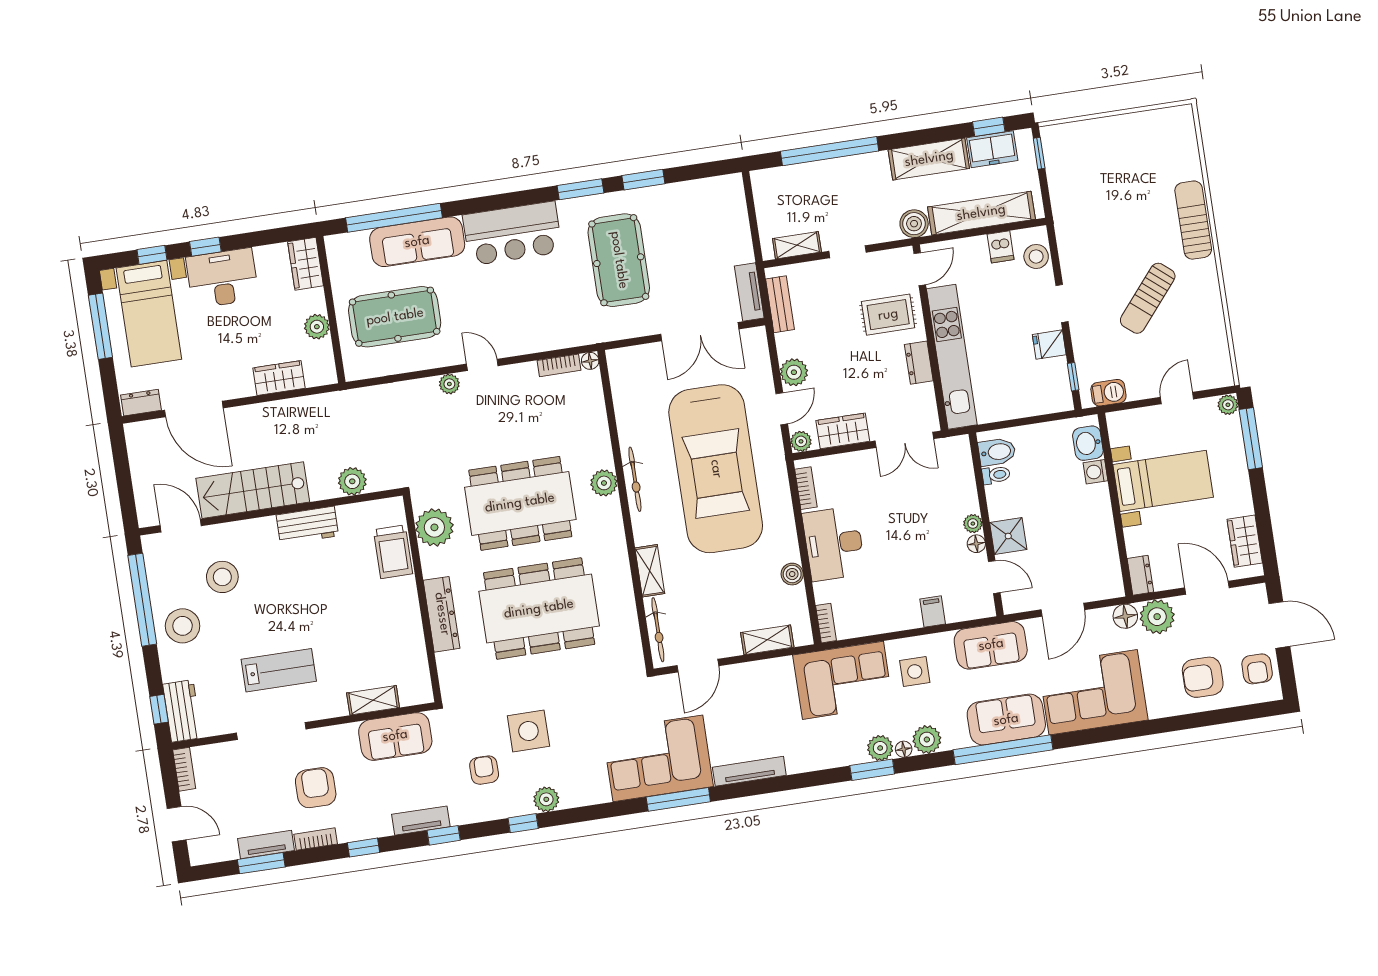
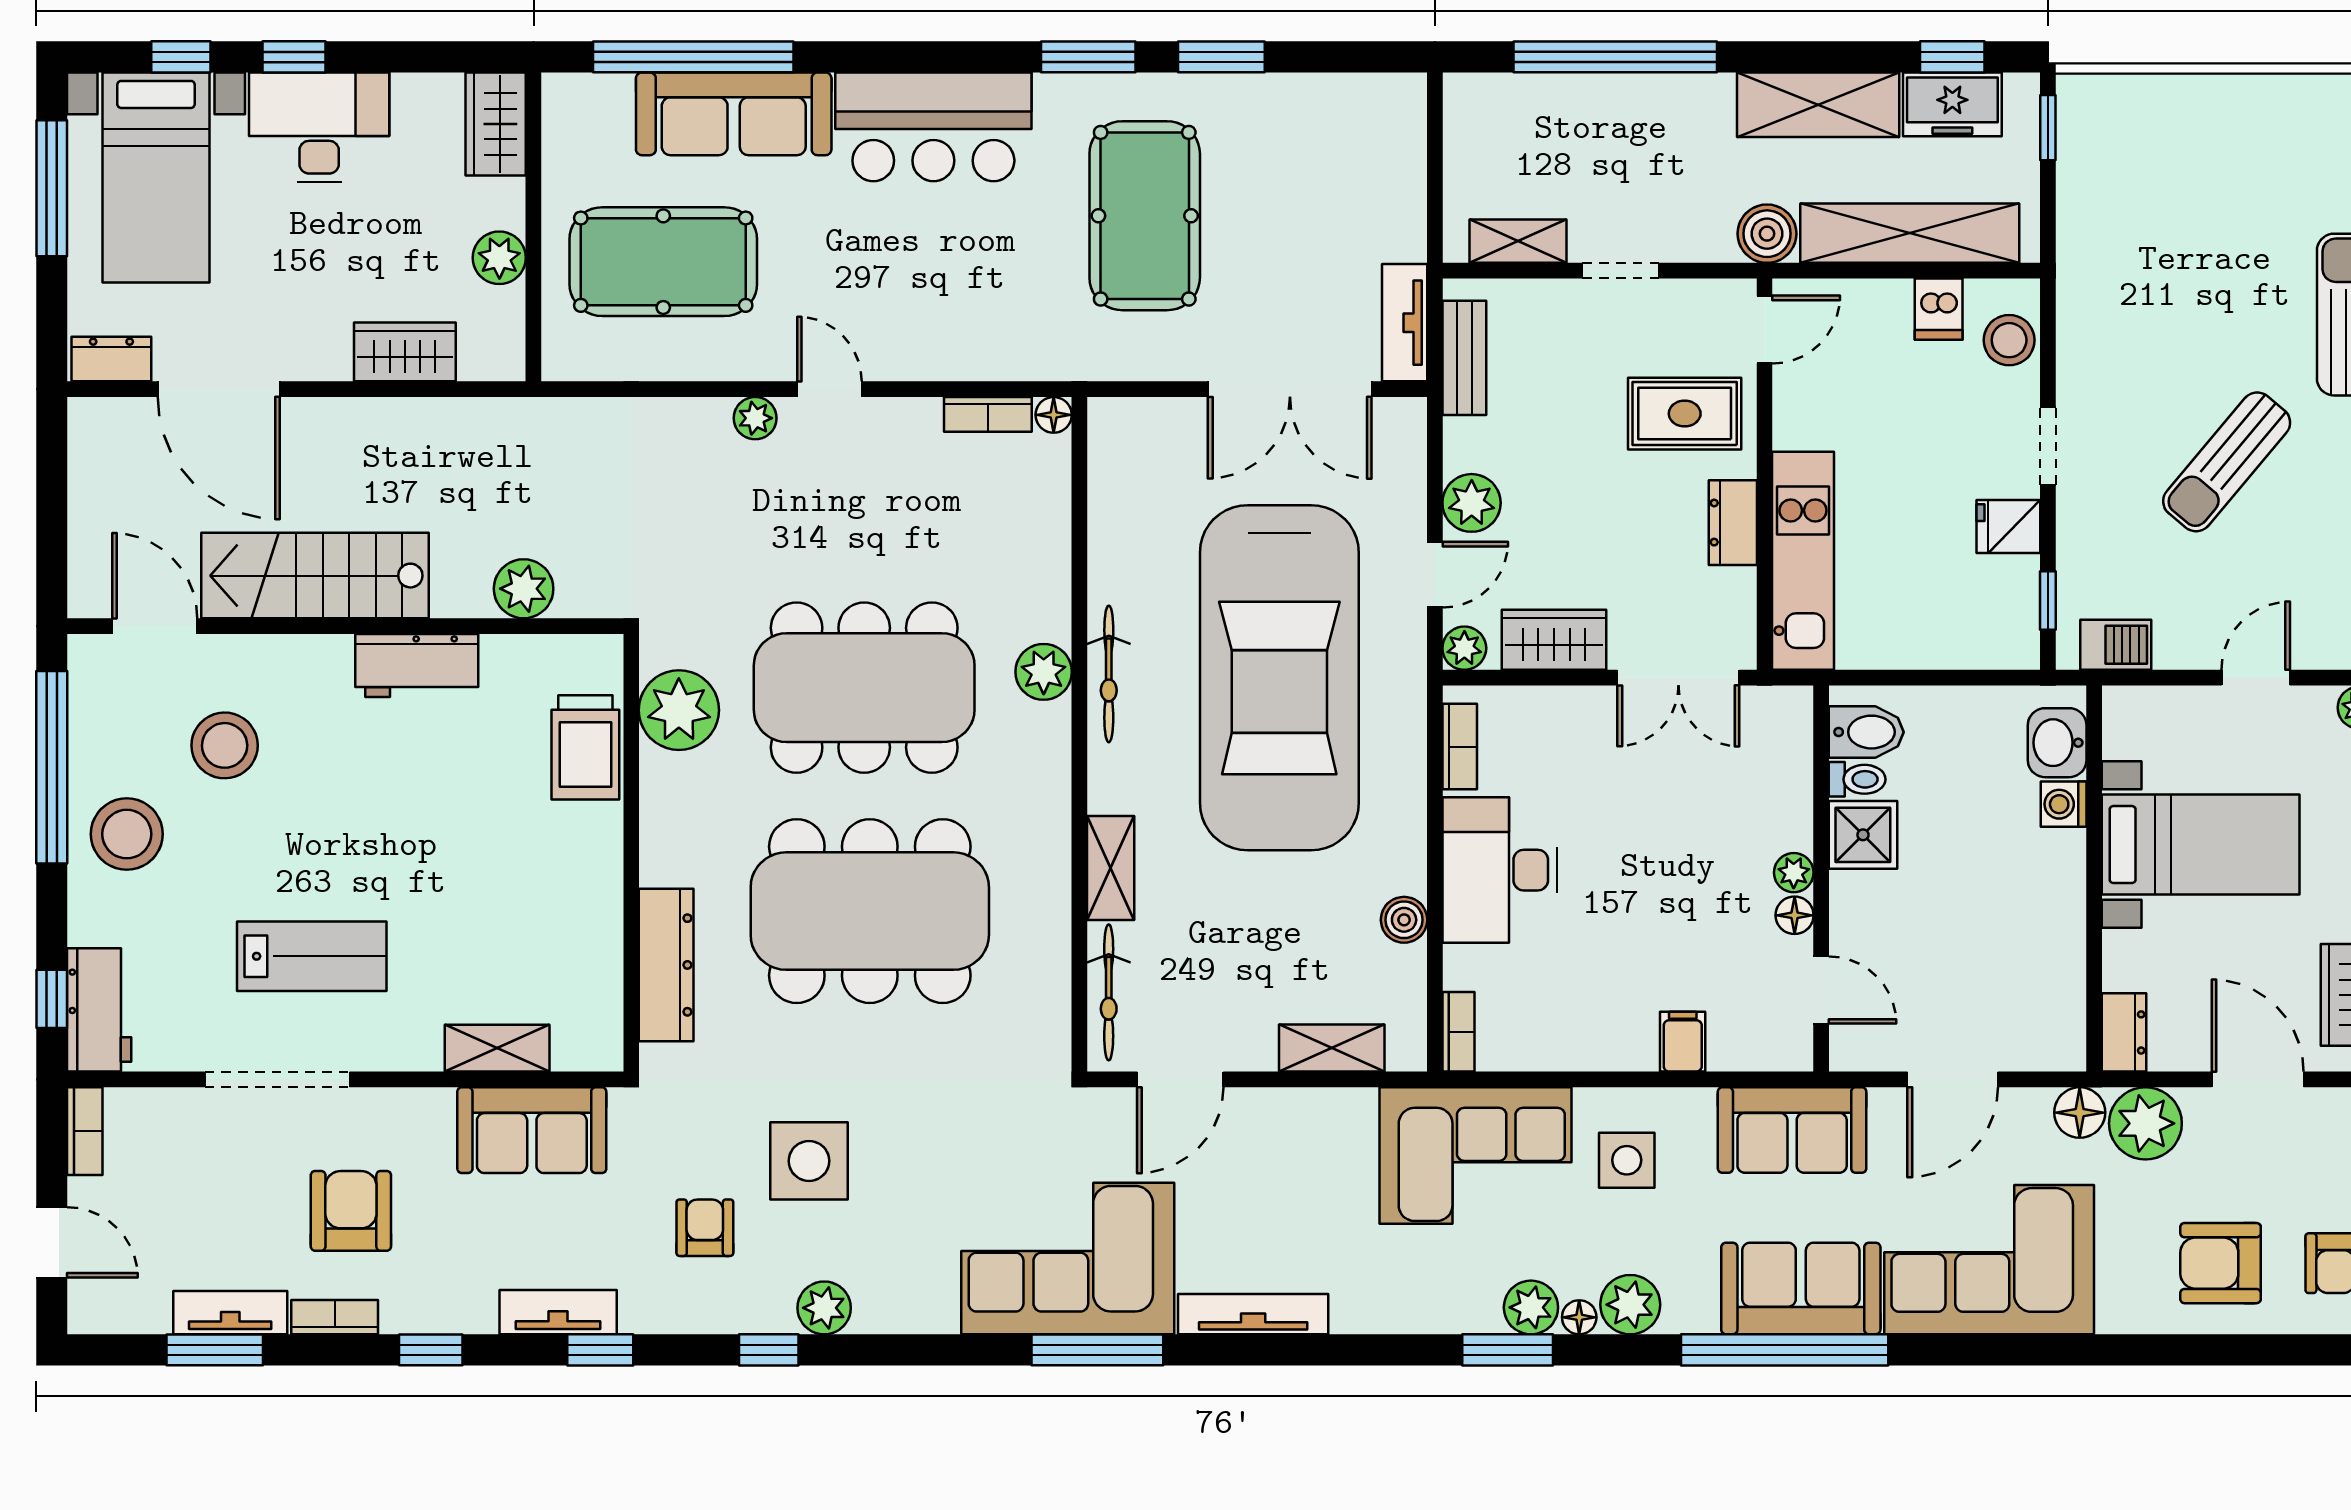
kitchen unit: (952, 357) -> (1803, 561), width x0.73
shower: (1008, 536) -> (1863, 835), moved
dresser: (442, 614) -> (666, 965), moved

